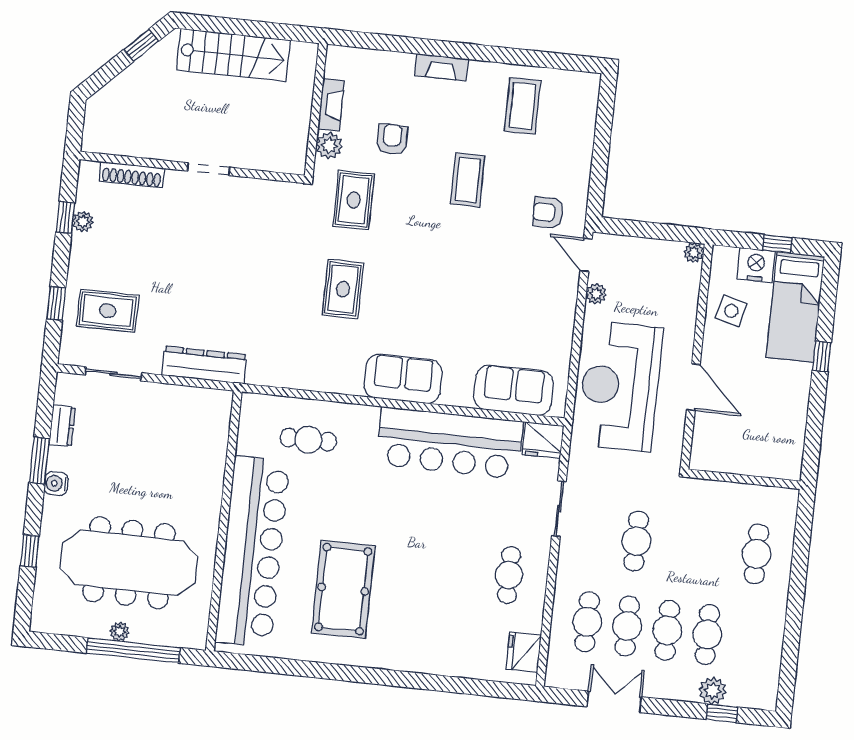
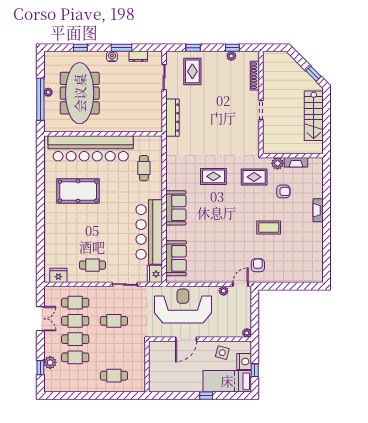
coffee table: (523, 106) -> (305, 249), removed

